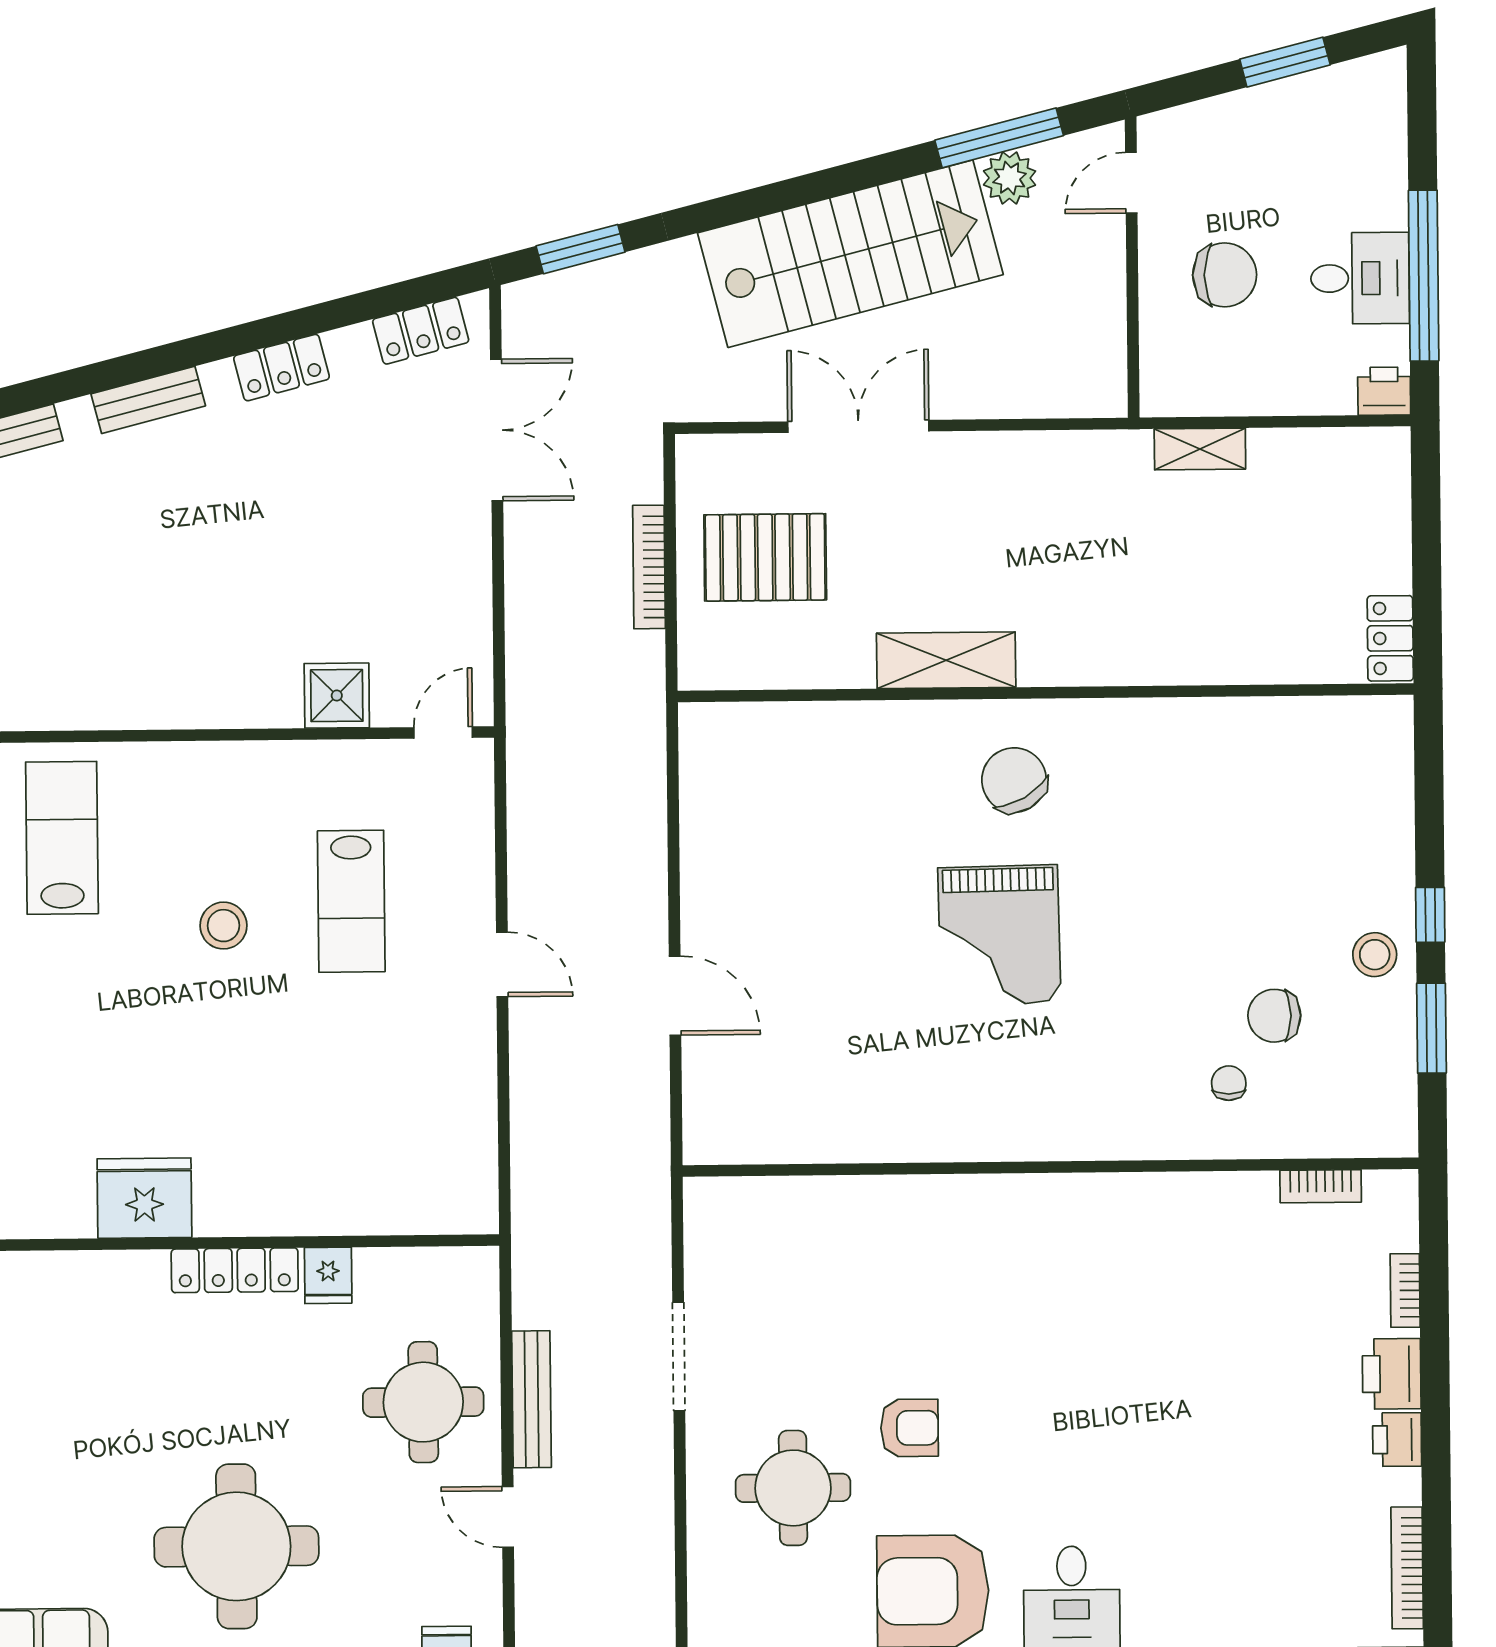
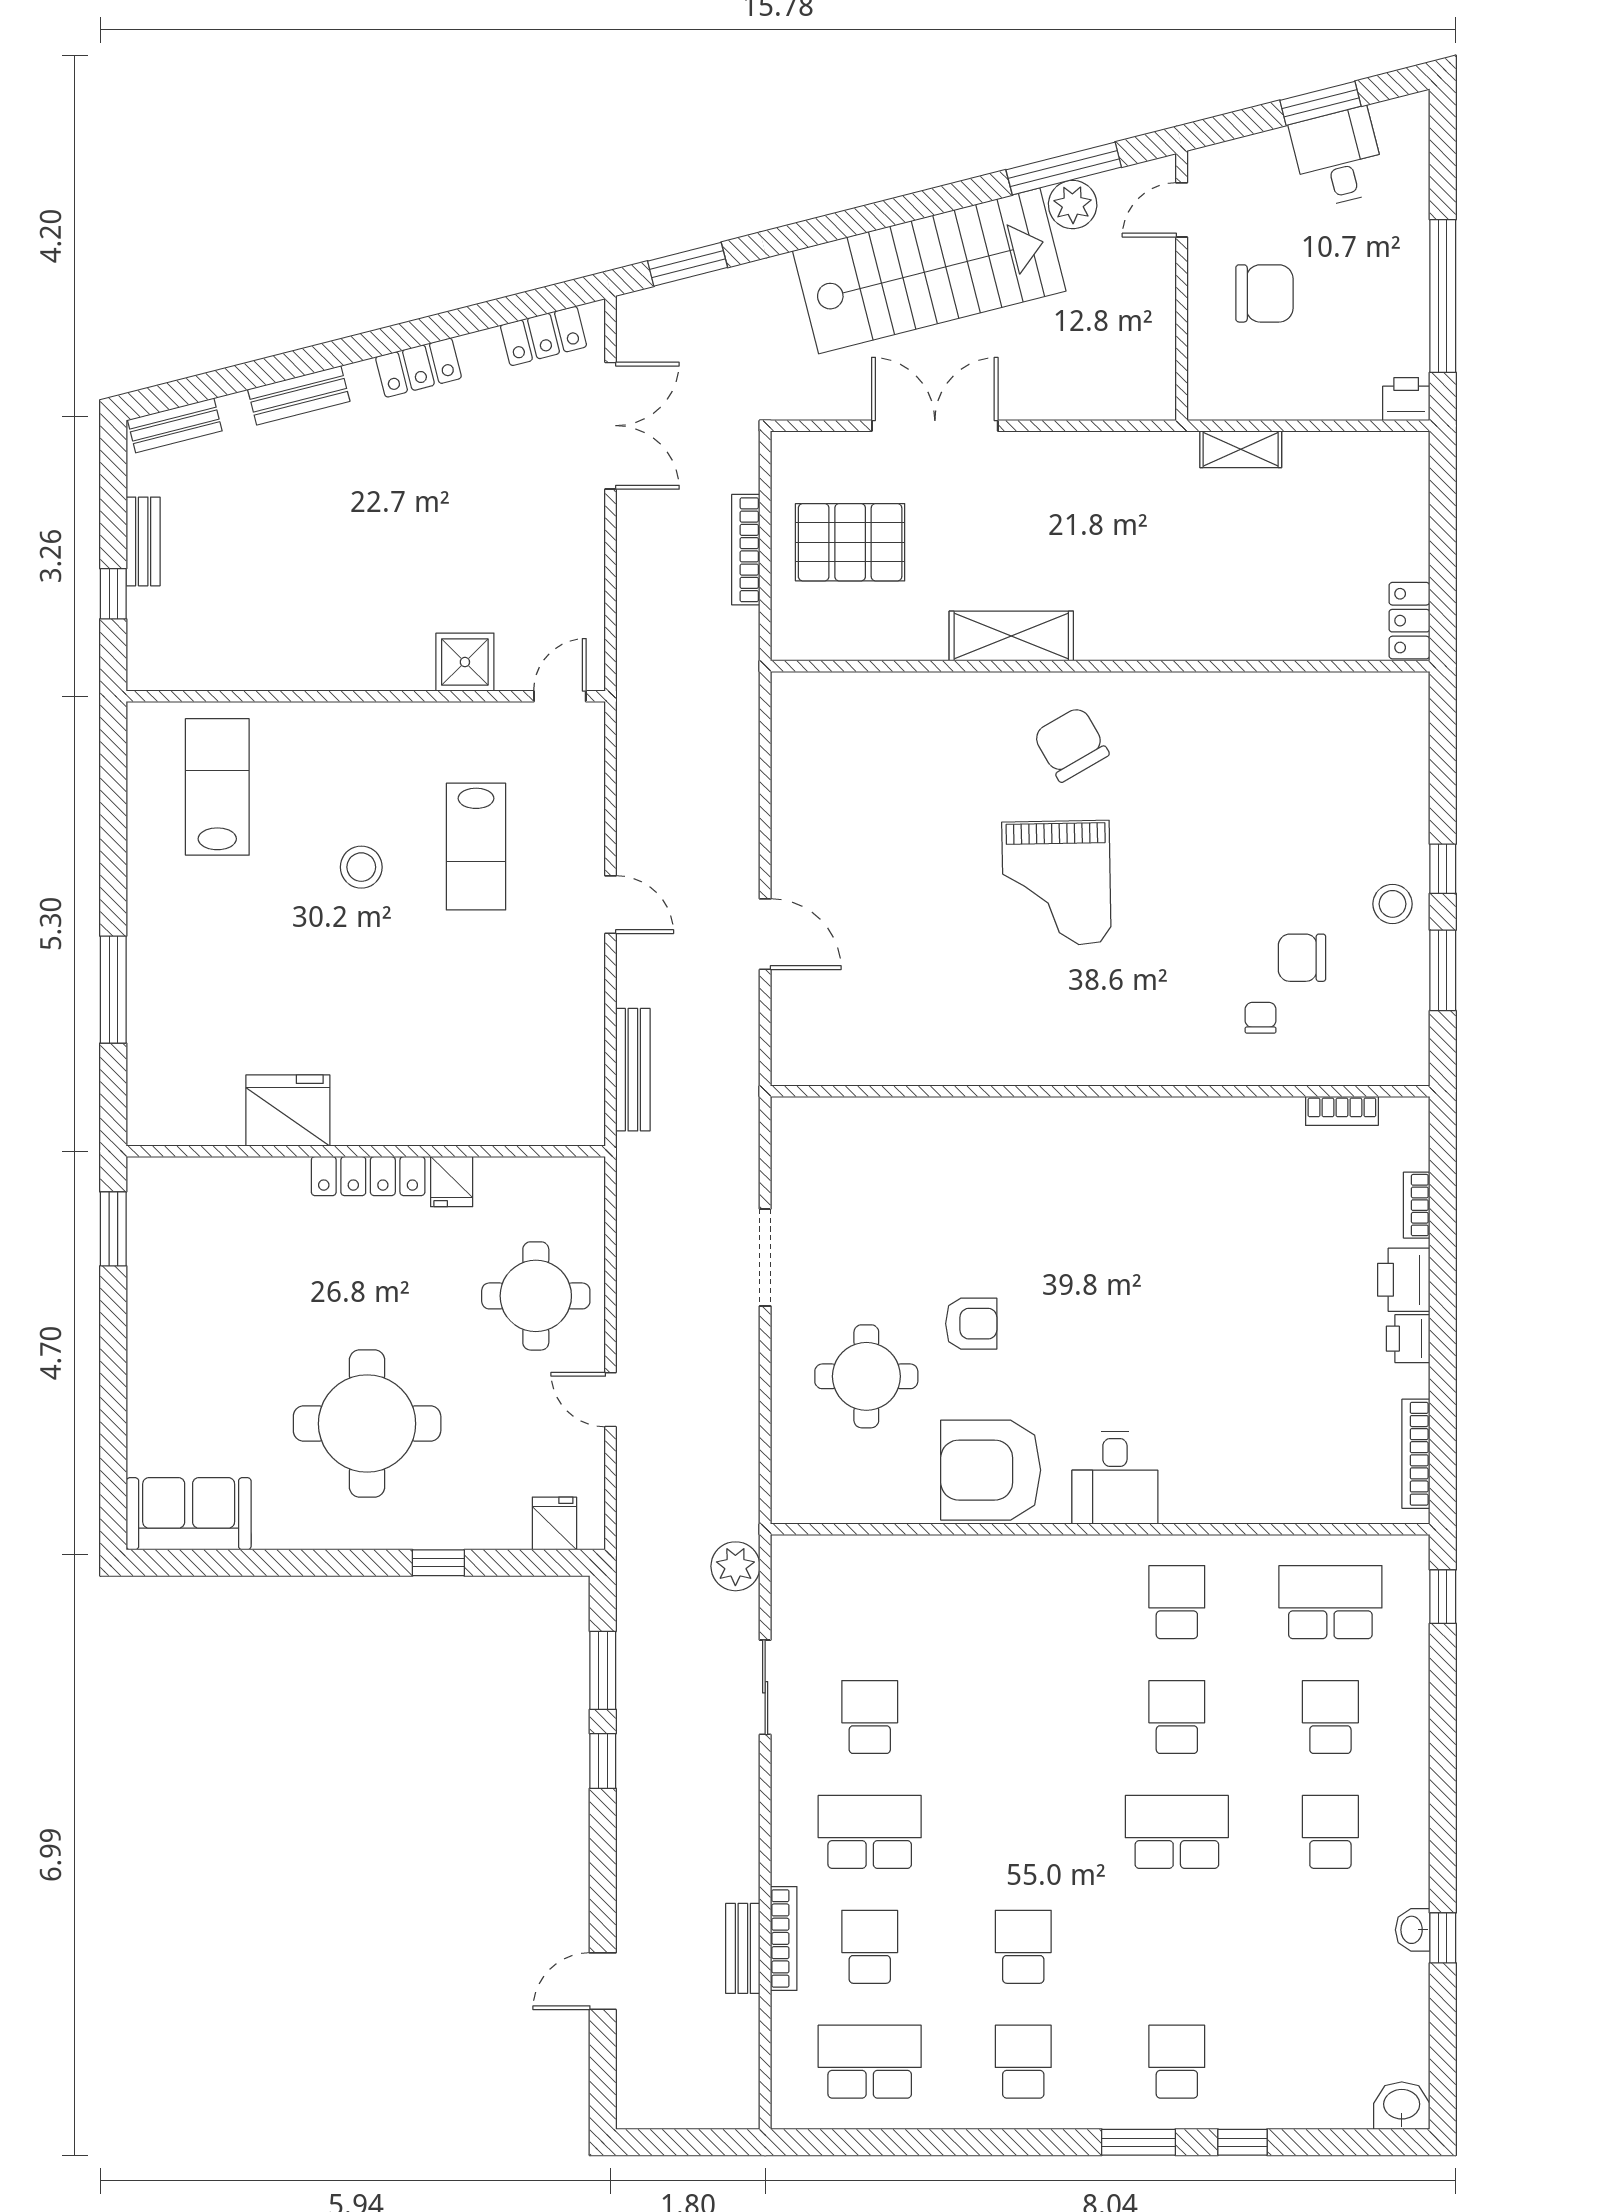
desk: (1360, 278) -> (1338, 158), moved, turned -104
bench: (532, 1399) -> (633, 1070), moved

